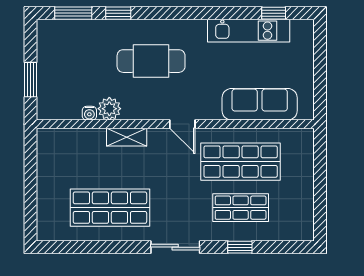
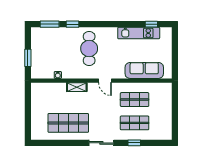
cafe table: (151, 61) -> (89, 48), turned 90
plant: (109, 109) -> (68, 73), removed
shop shelf: (241, 162) -> (135, 100), width x0.70, depth x0.74

